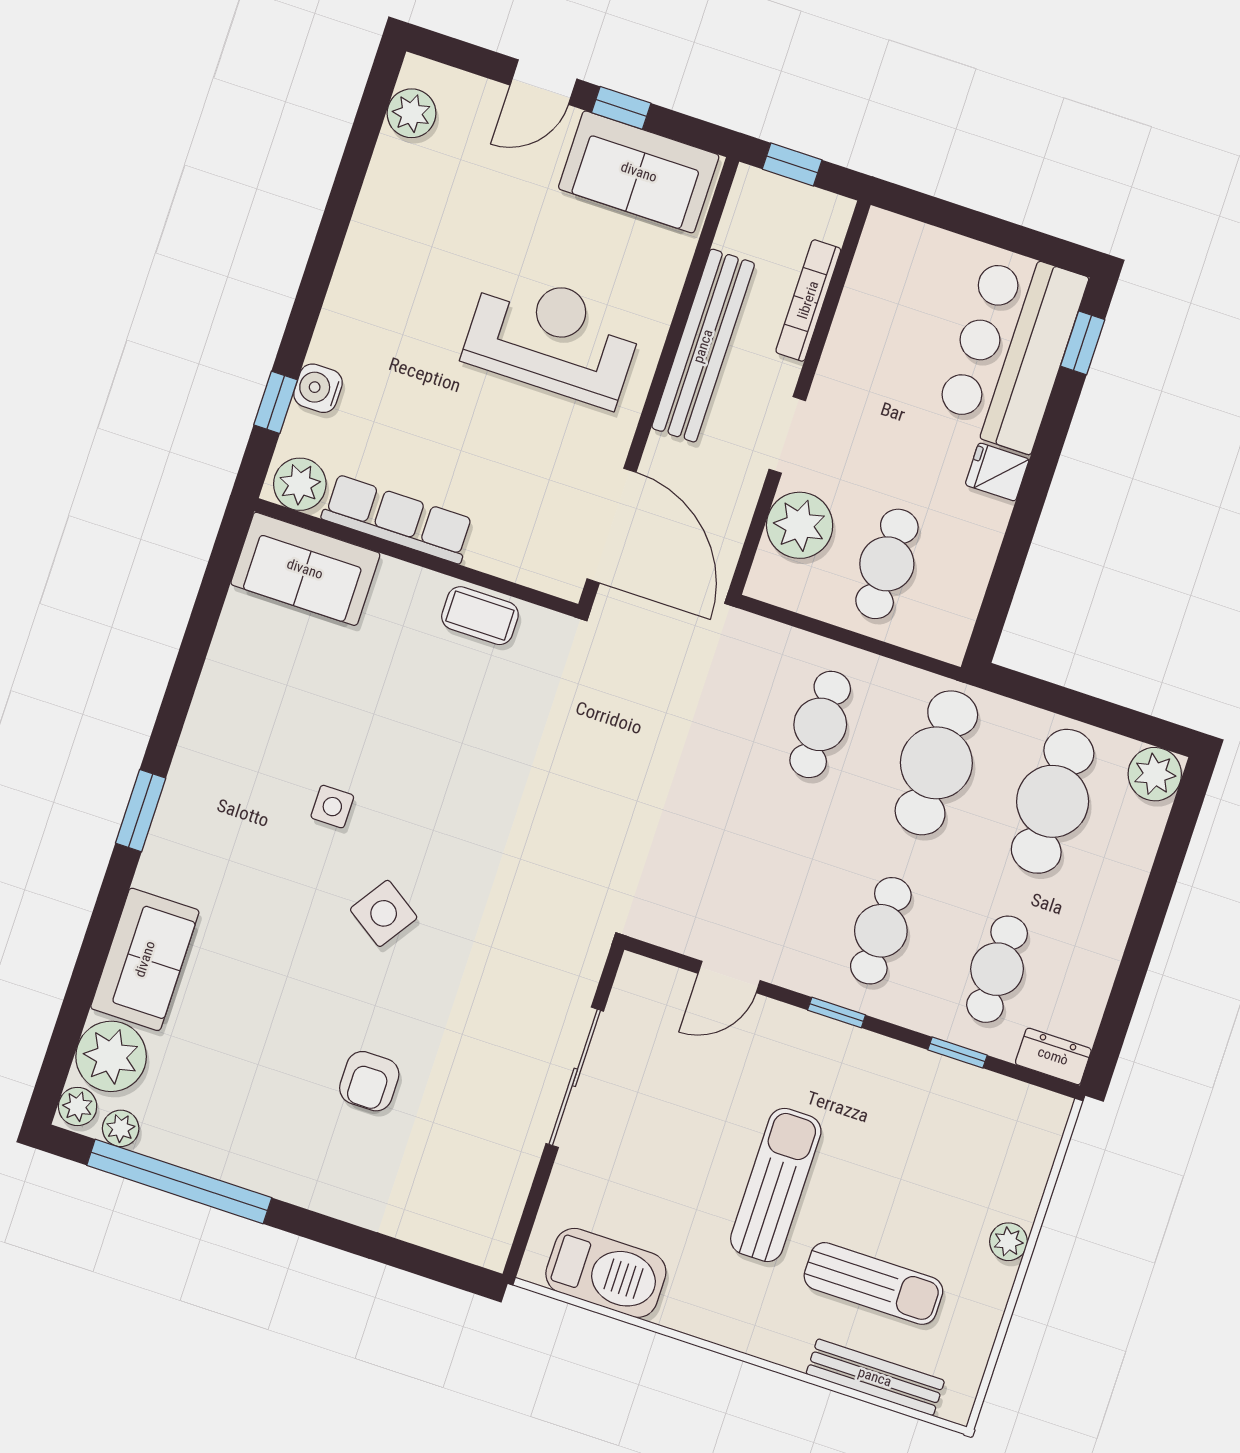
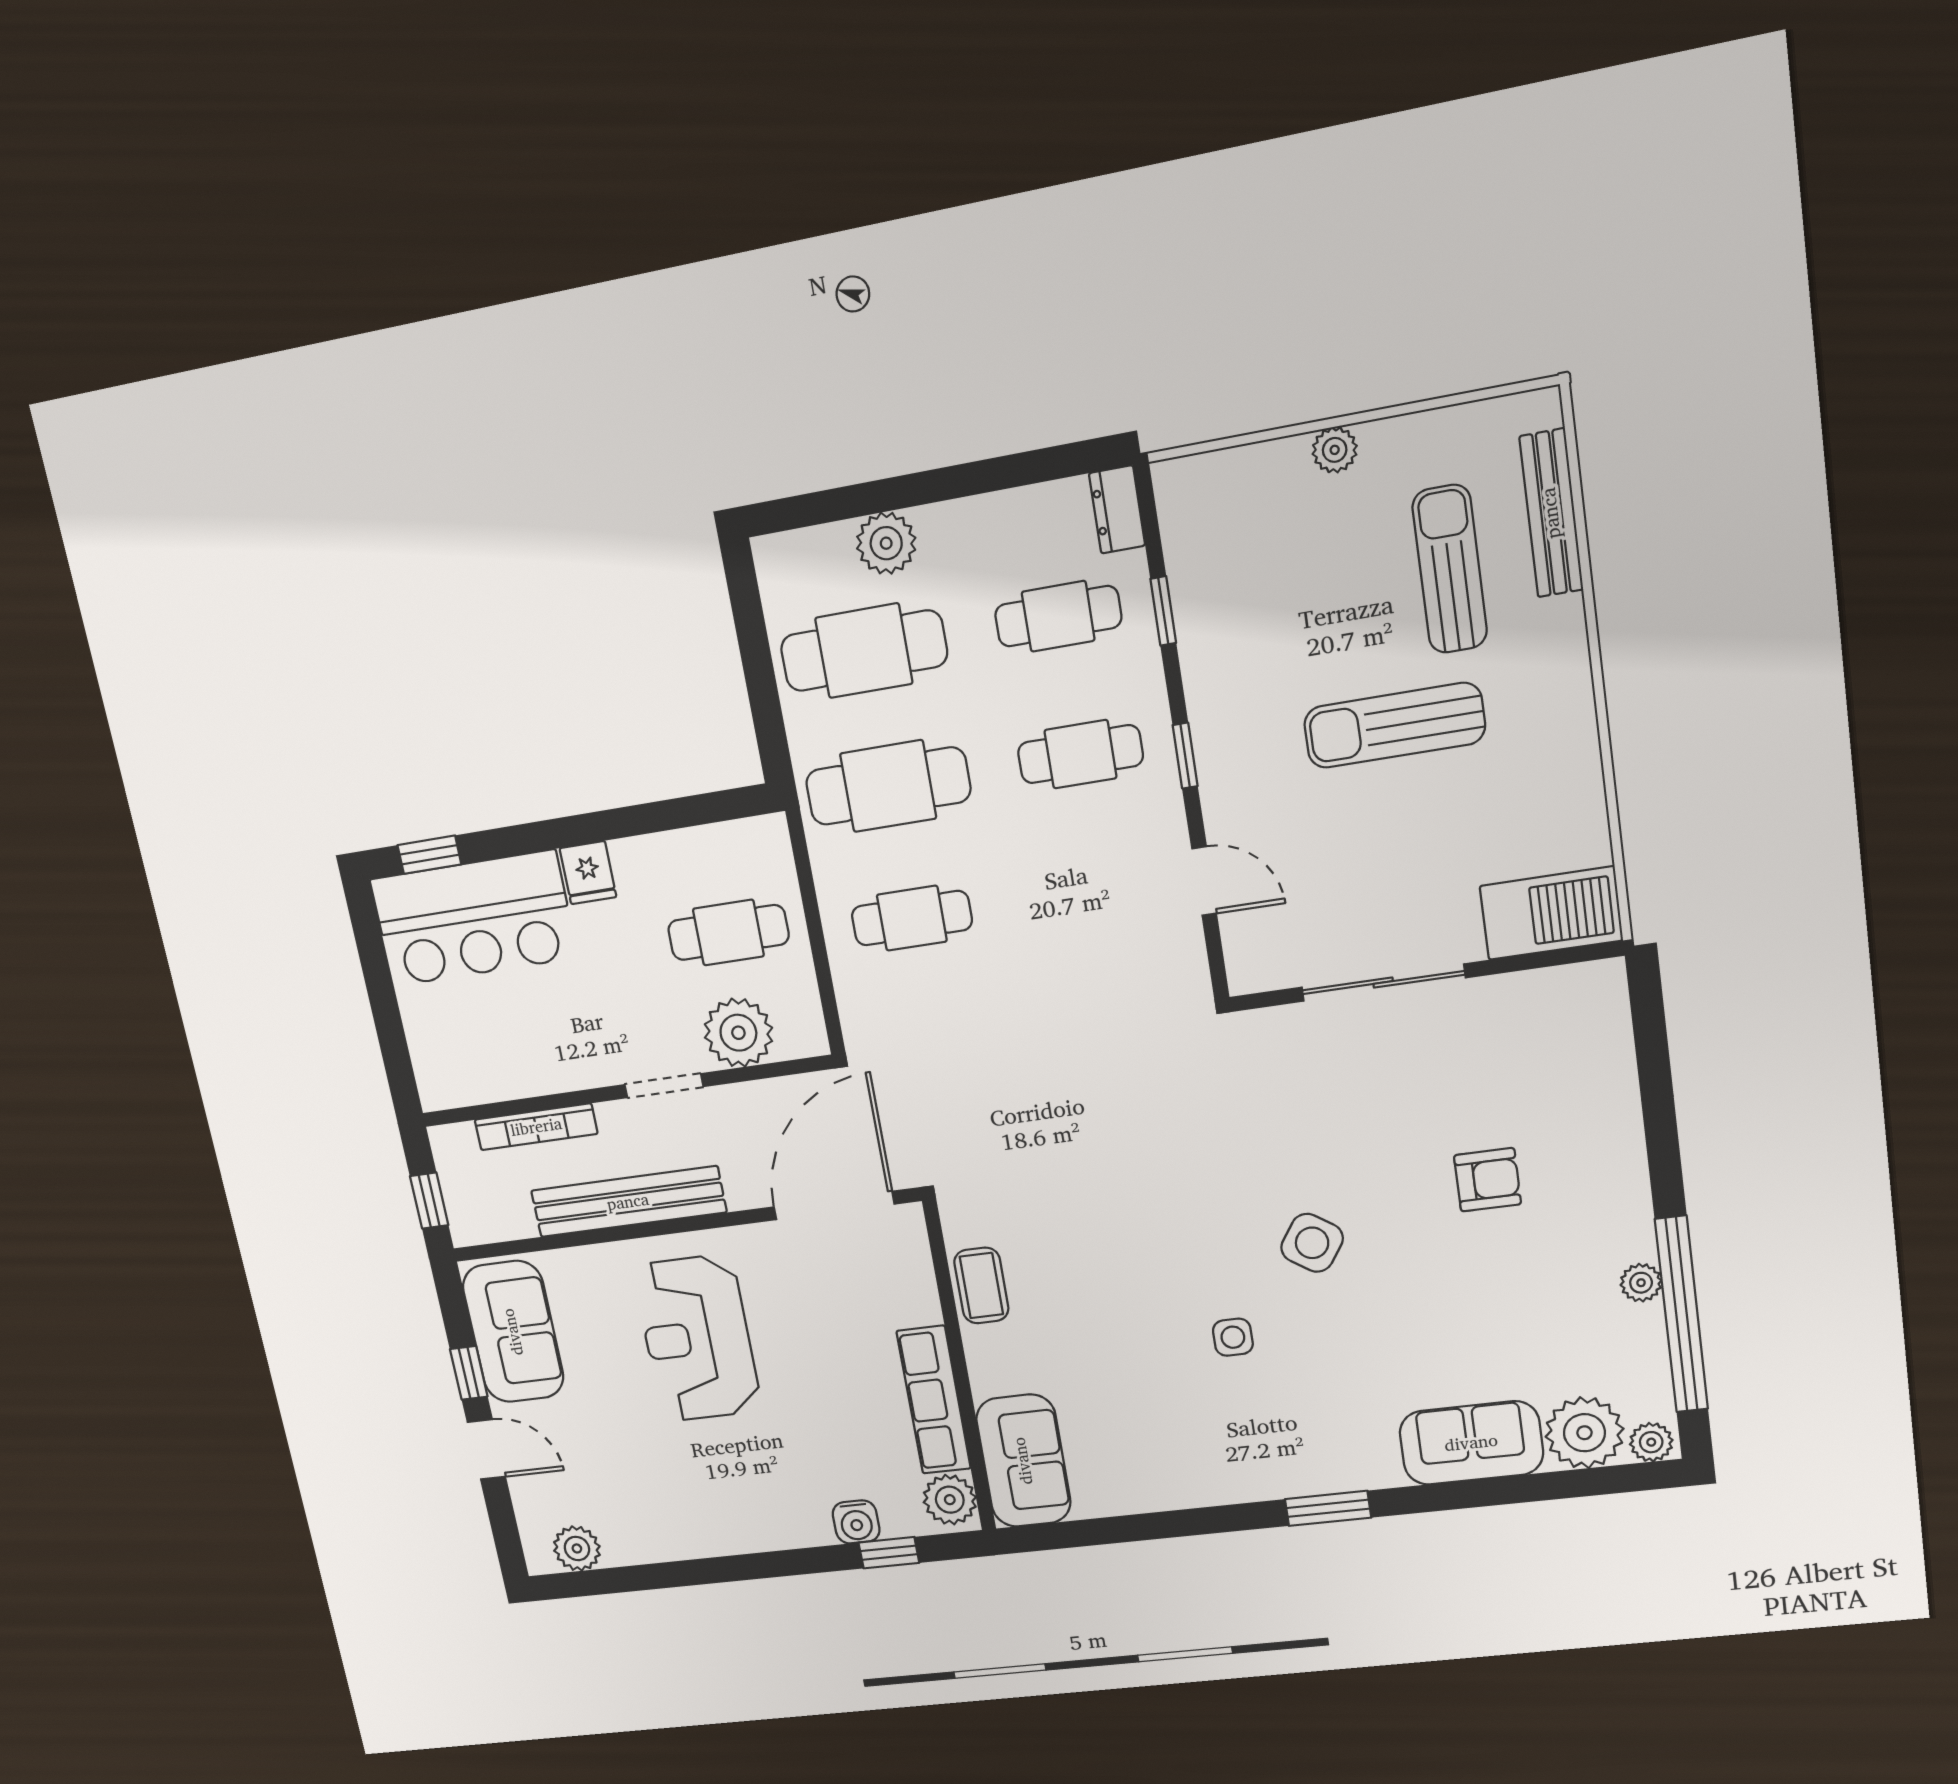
plant: (1155, 774) -> (886, 543), moved
plant: (121, 1128) -> (1641, 1283), moved
barbecue: (606, 1273) -> (1551, 913), moved, turned 90

